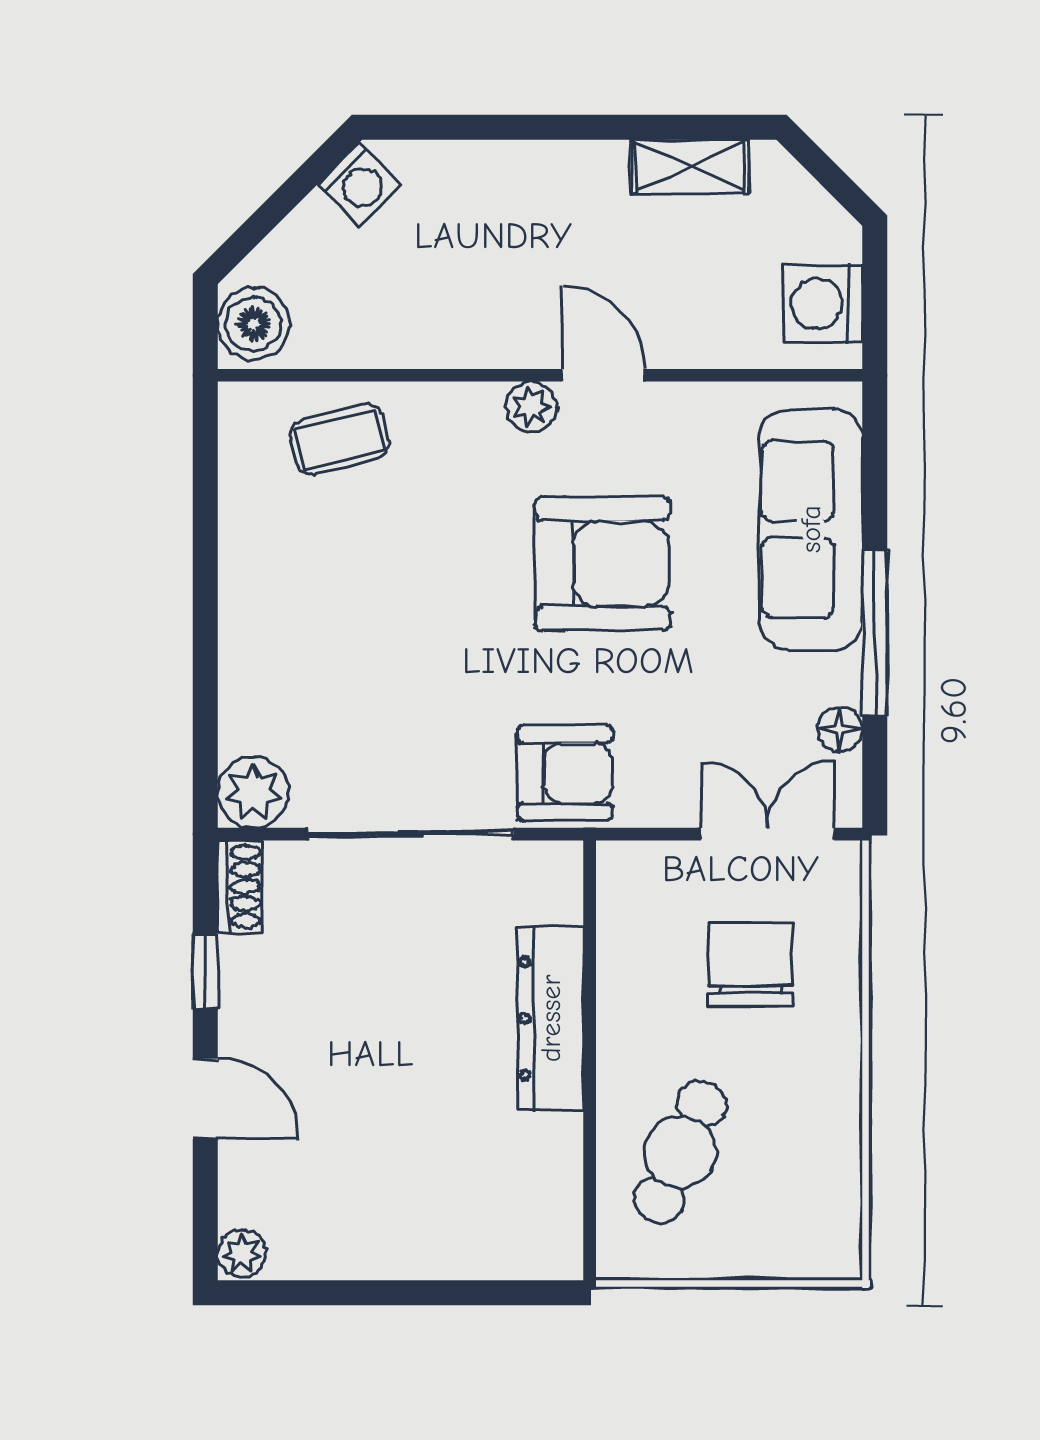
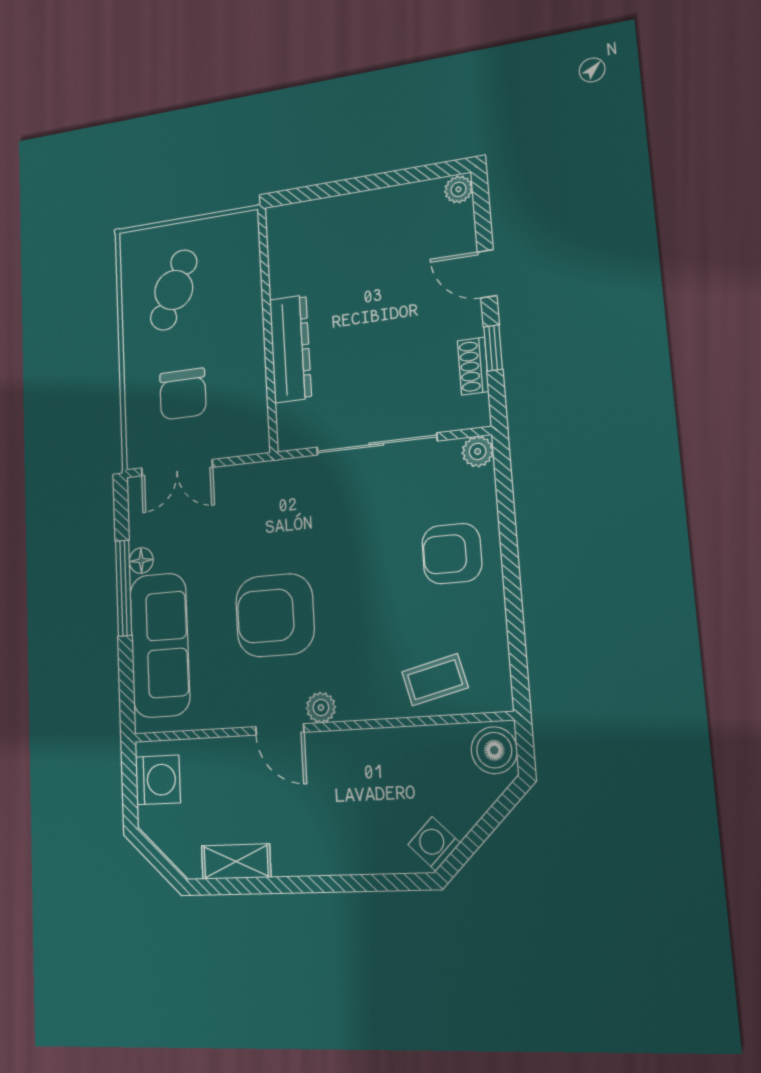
floor lamp: (840, 729) -> (141, 561), moved
armchair: (565, 773) -> (452, 554), moved
plant: (253, 792) -> (478, 451), width x0.73, depth x0.73
shoe rack: (240, 887) -> (473, 366), moved
cafe table: (680, 1152) -> (174, 290), moved

